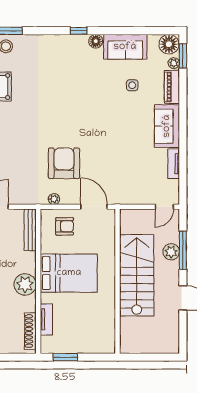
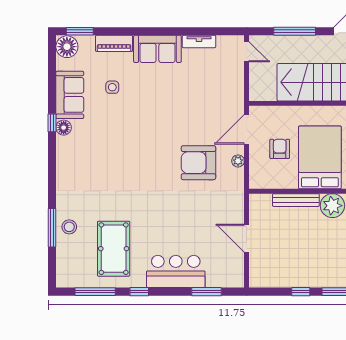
window: (79, 31) -> (52, 123), moved
plant: (174, 63) -> (88, 41), removed
plant: (54, 199) -> (238, 161), moved
armchair: (65, 226) -> (280, 149), moved
bench: (30, 230) -> (296, 200), moved
plant: (171, 252) -> (296, 44), removed

